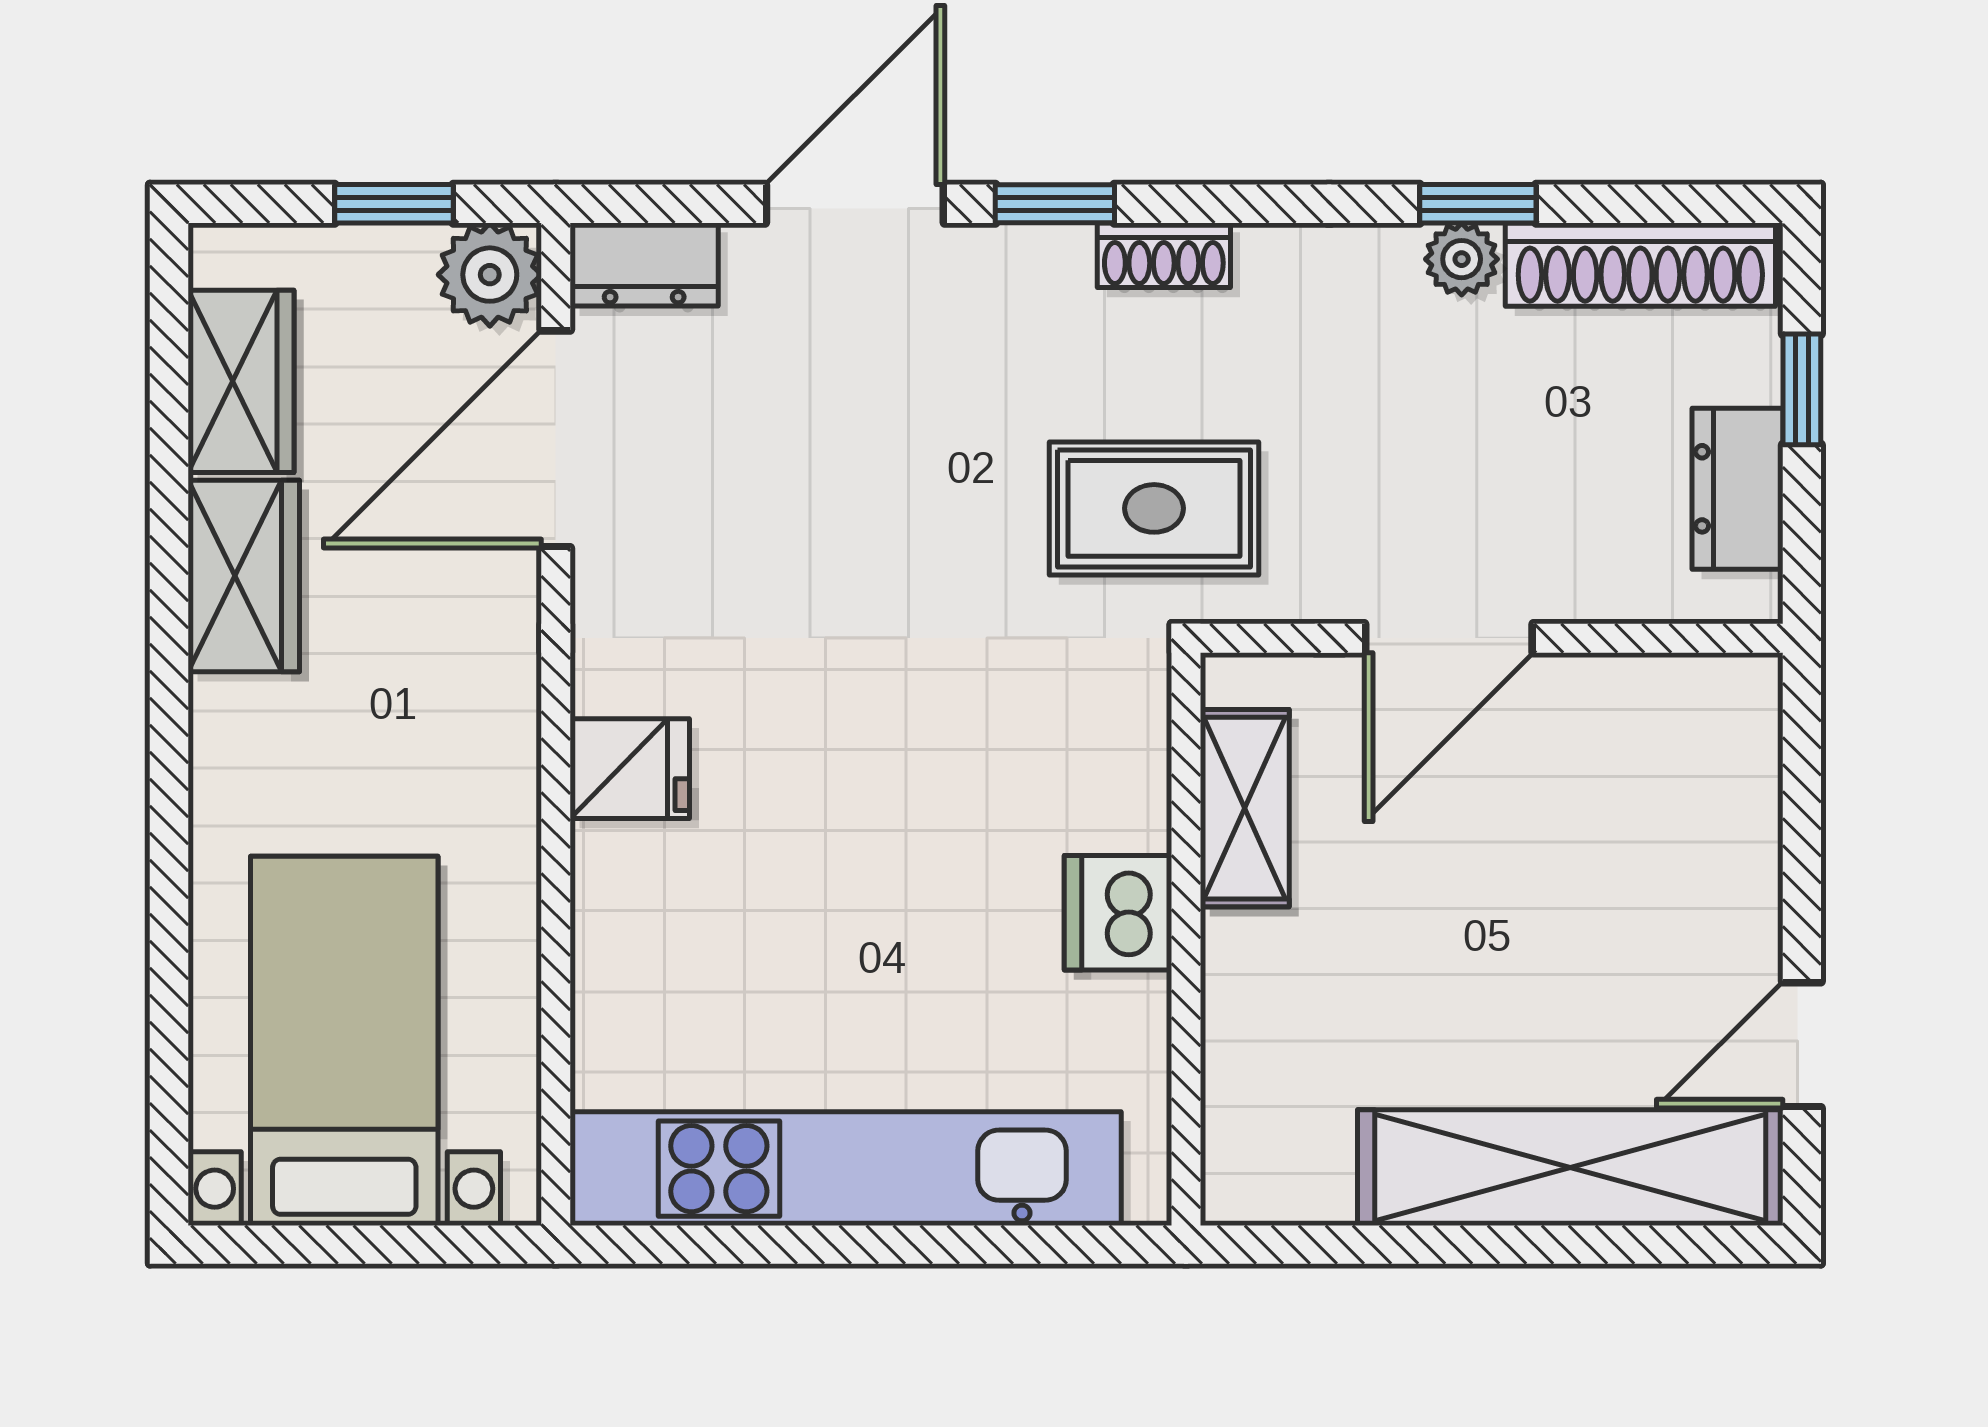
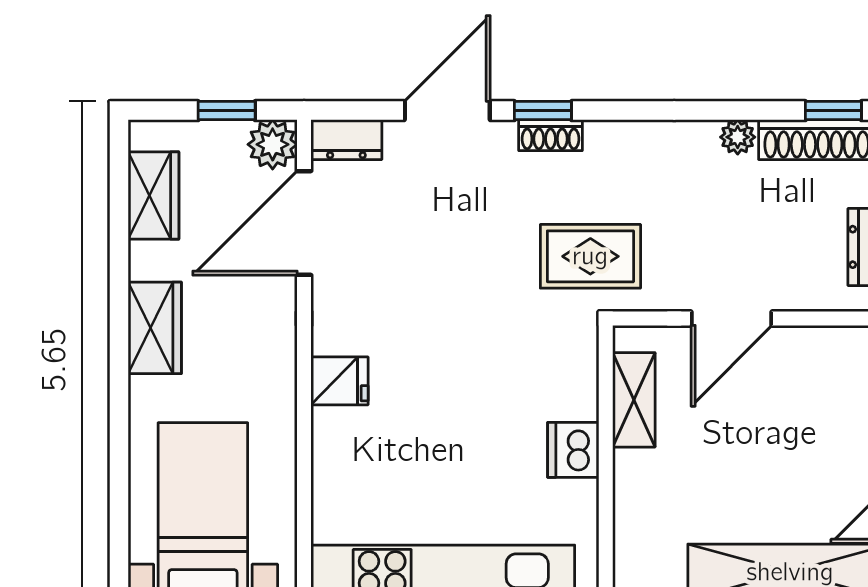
window: (1478, 204) -> (833, 111), moved
shoe rack: (1164, 255) -> (550, 135), moved
wardrobe: (244, 576) -> (155, 328), moved

